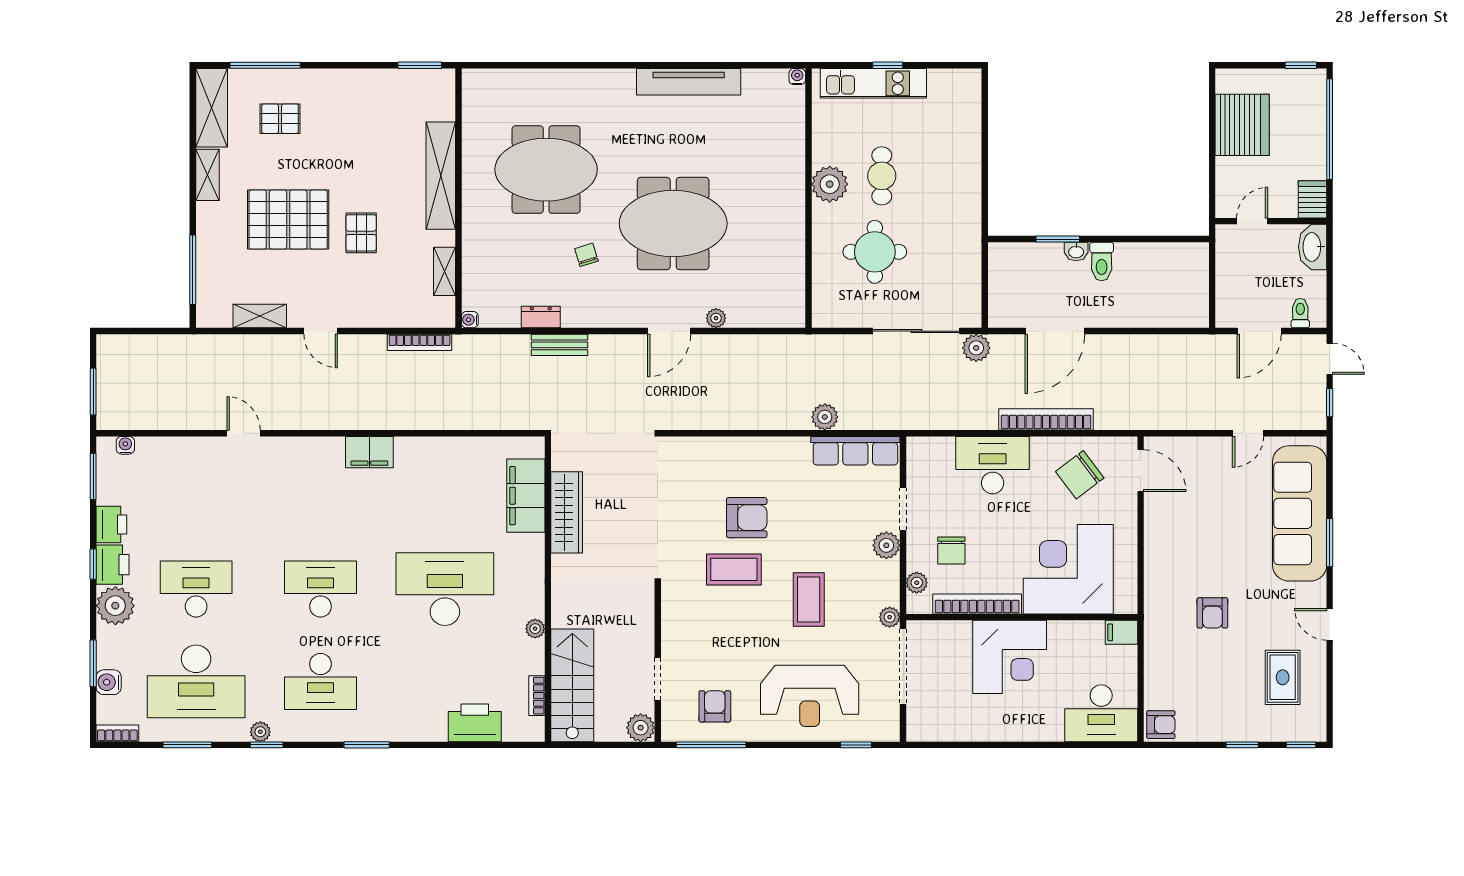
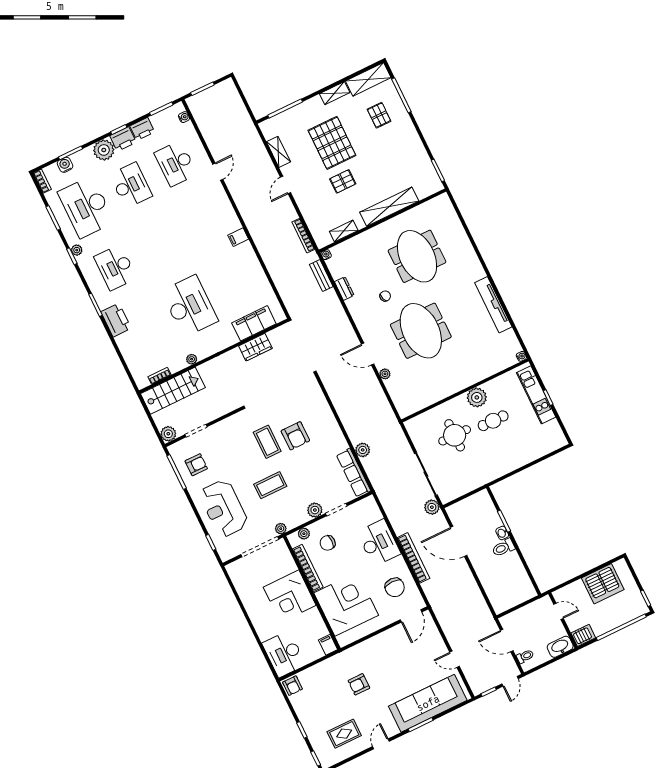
bench: (559, 345) -> (321, 276), moved
filing cabinet: (369, 452) -> (238, 237), width x0.50
chair: (1080, 475) -> (395, 587), turned -143
wardrobe: (567, 512) -> (255, 347), width x0.67
desk: (320, 589) -> (176, 164), moved, turned 180
printer: (475, 723) -> (116, 320), moved

